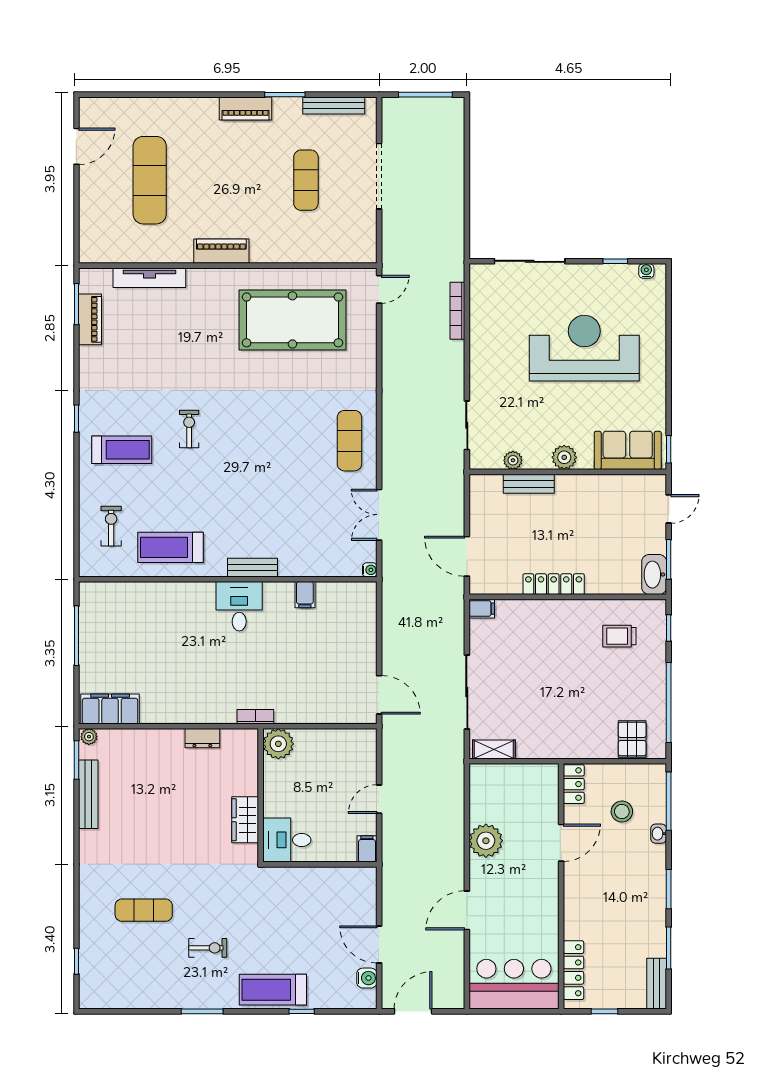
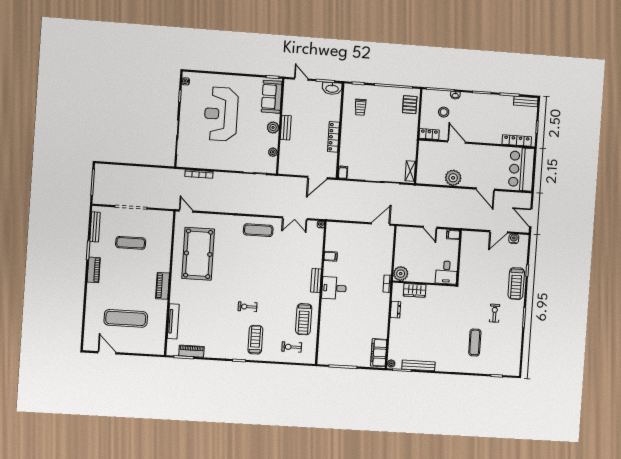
bench: (529, 484) -> (286, 128), moved
pallet: (632, 739) -> (410, 105), turned 90
wardrobe: (245, 820) -> (415, 290), moved

